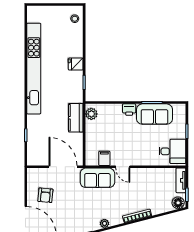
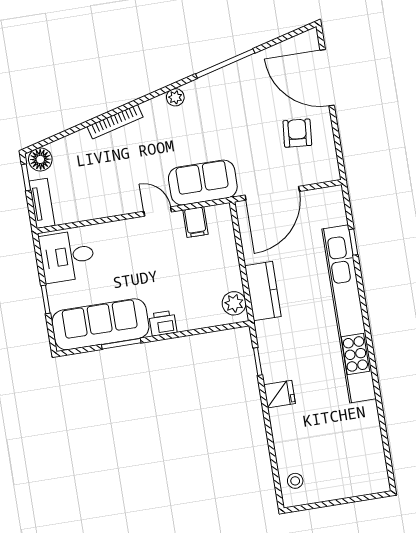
kitchen unit: (34, 69) -> (349, 314), moved
sofa: (154, 114) -> (100, 324), width x1.36
door: (63, 167) -> (272, 193), hinge flipped

